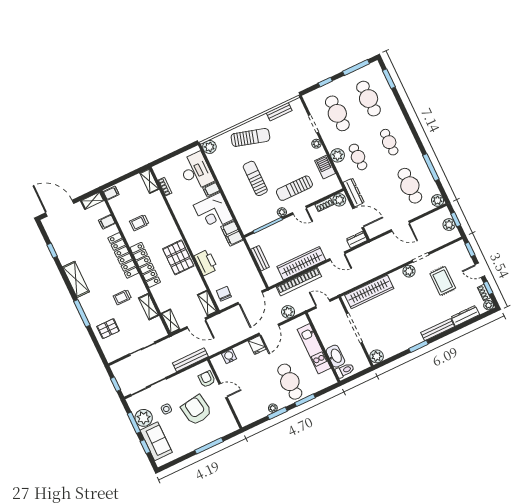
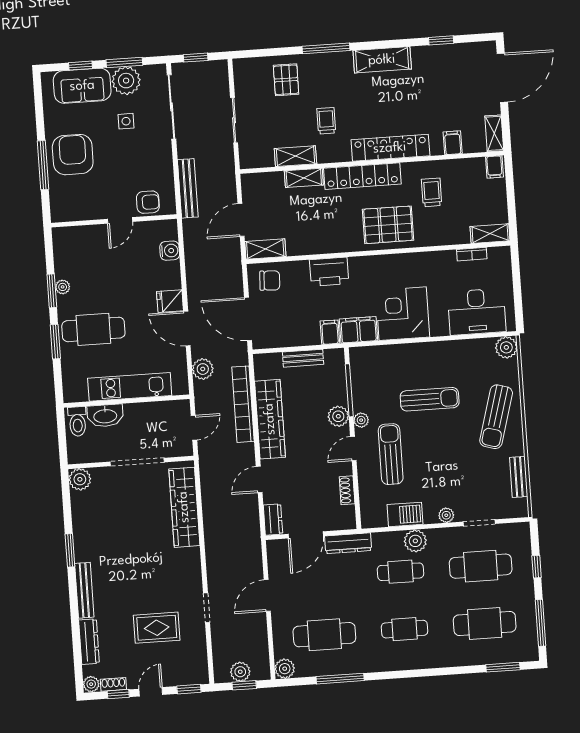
filing cabinet: (211, 189) -> (330, 332), moved
plant: (339, 200) -> (338, 416), moved
pallet: (178, 257) -> (388, 225), moved
plant: (409, 271) -> (192, 581), removed
shelving: (171, 321) -> (304, 178), moved
armchair: (196, 410) -> (73, 155), moved, turned -81

